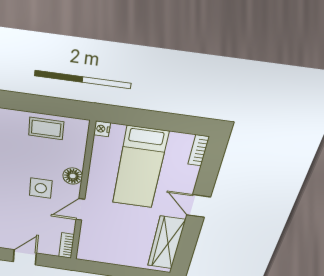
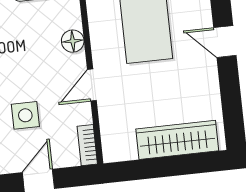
side table: (41, 188) -> (25, 115), moved
wardrobe: (166, 243) -> (177, 140), moved, turned 90

